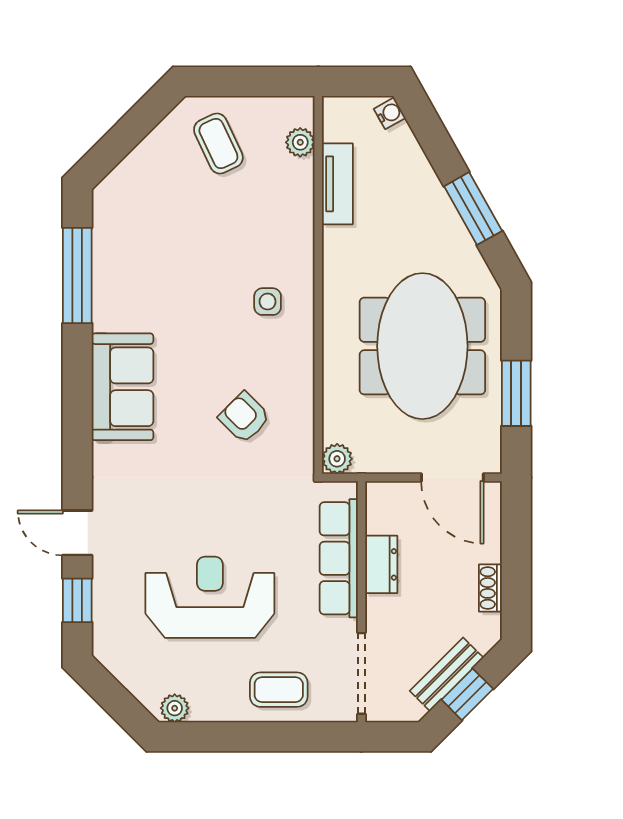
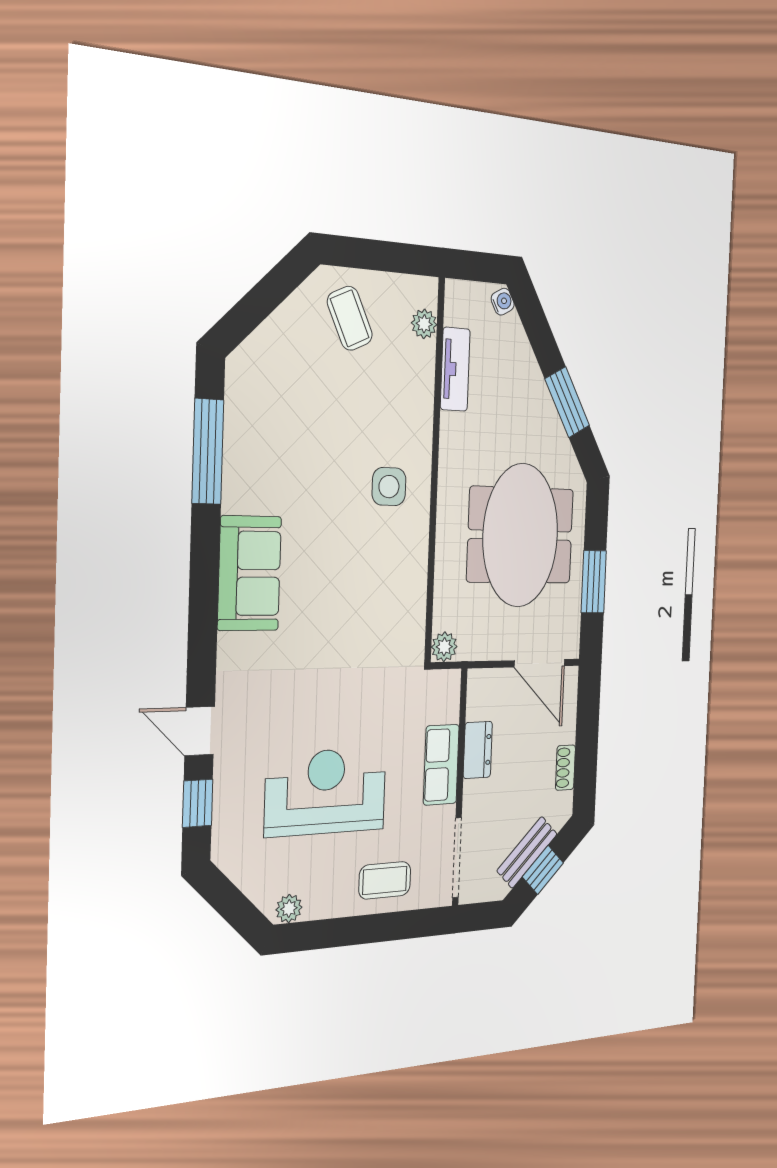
side table: (268, 302) -> (389, 487), width x1.37, depth x1.37
armchair: (244, 417) -> (364, 606), removed
row of seats: (339, 558) -> (441, 765), width x0.68

